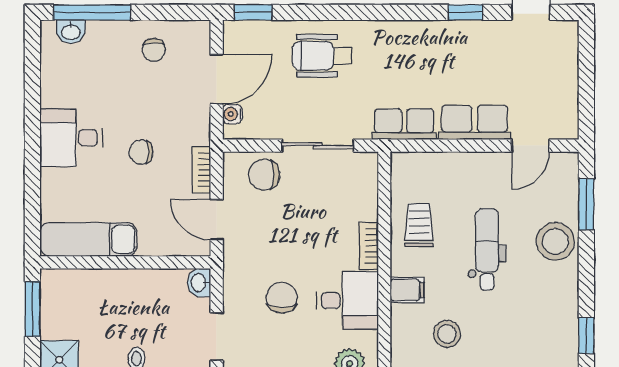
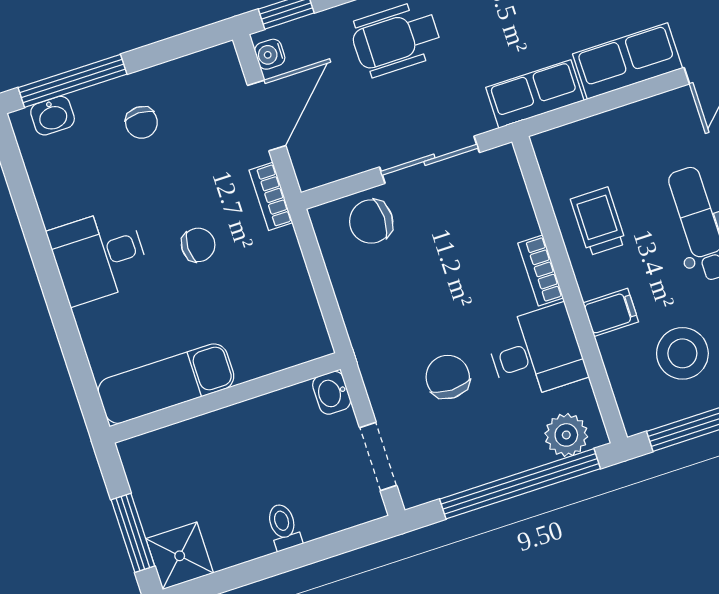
chair: (154, 50) -> (141, 122), moved
water cooler: (232, 114) -> (270, 54), moved
chair: (141, 152) -> (198, 245), turned 180
bookcase: (201, 170) -> (271, 196), moved
door: (217, 219) -> (327, 301), removed
window: (32, 309) -> (133, 533), moved
stool: (447, 334) -> (682, 353), width x1.38, depth x1.38

